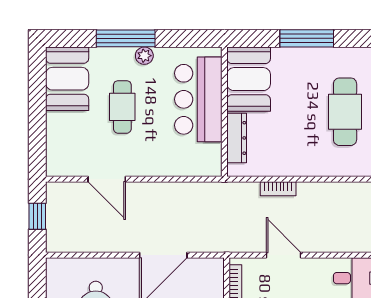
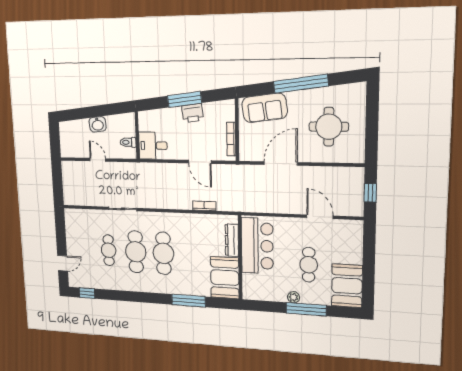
bar counter: (198, 99) -> (257, 246), moved

